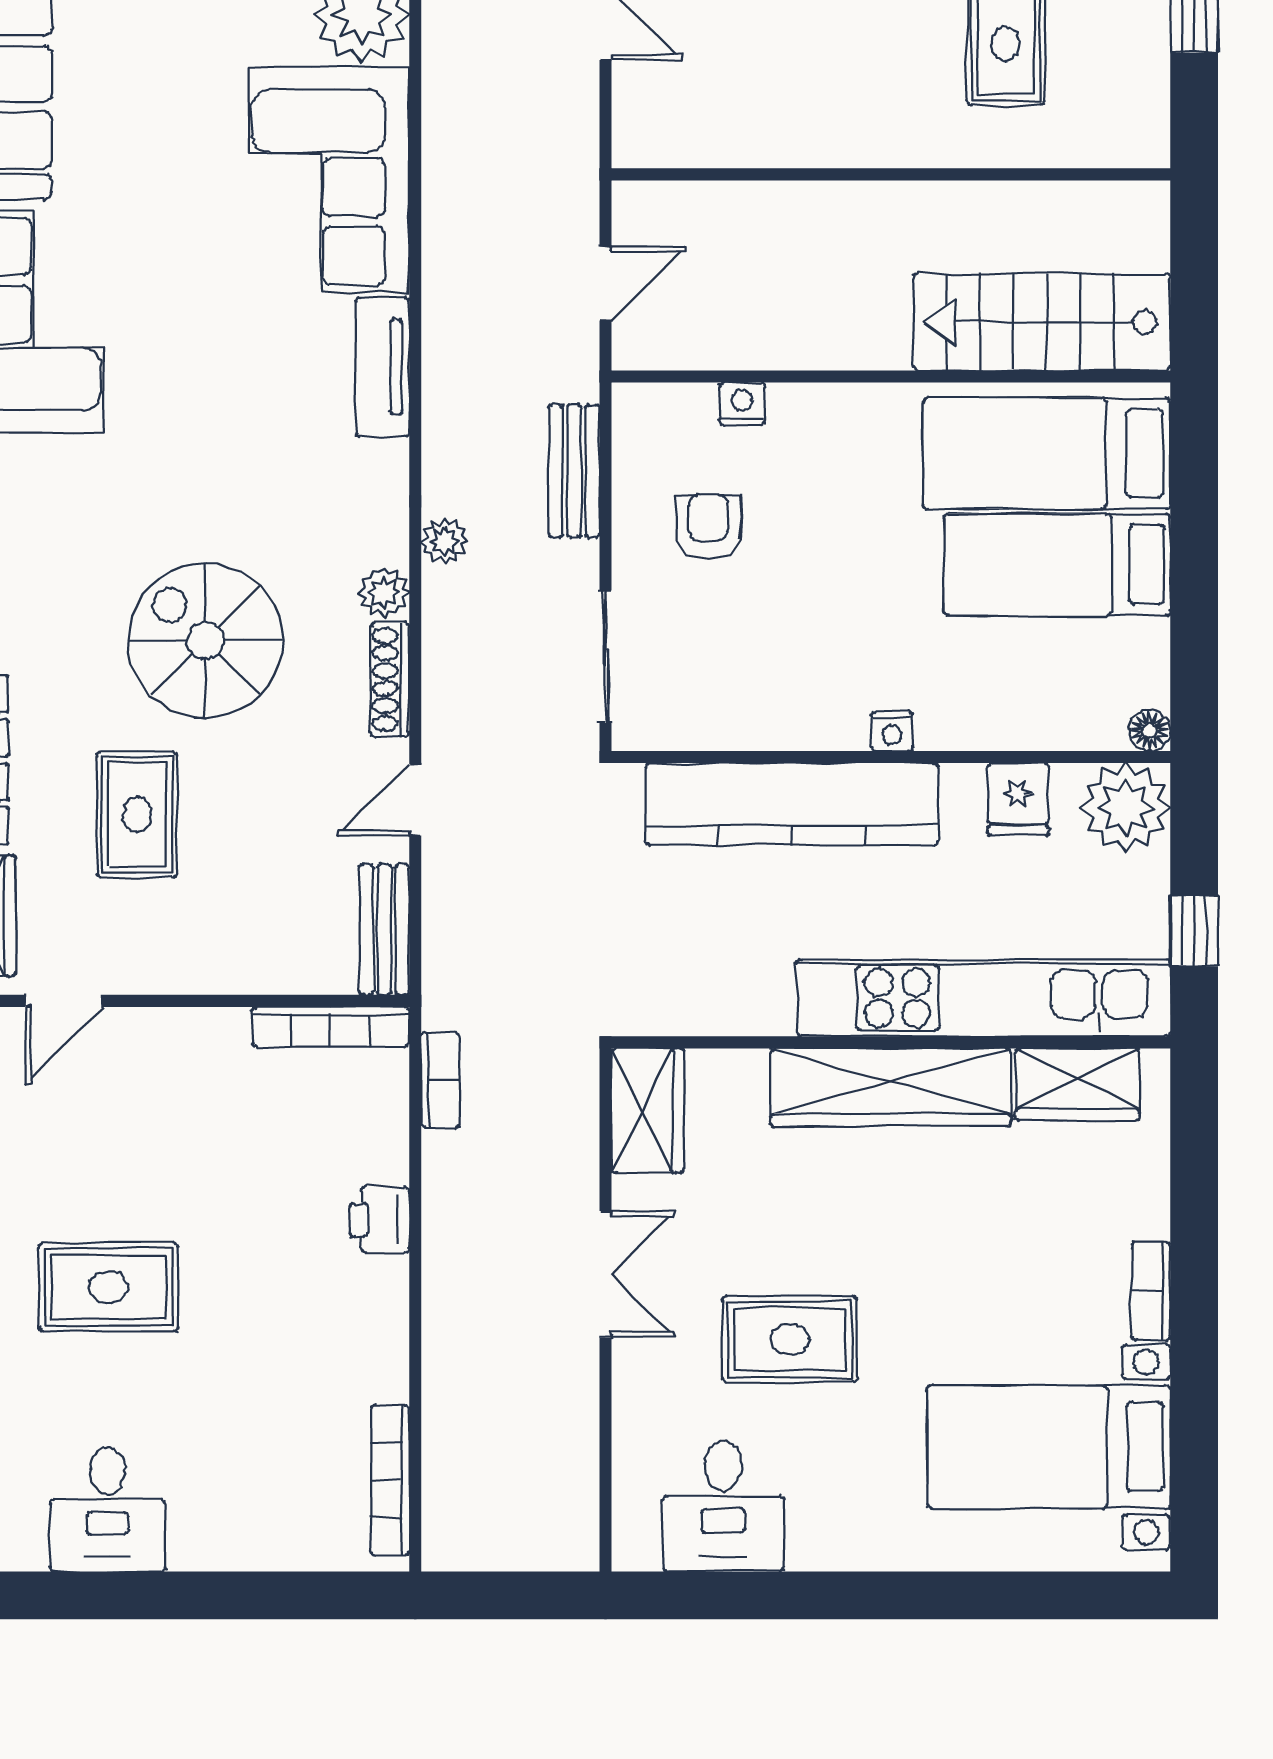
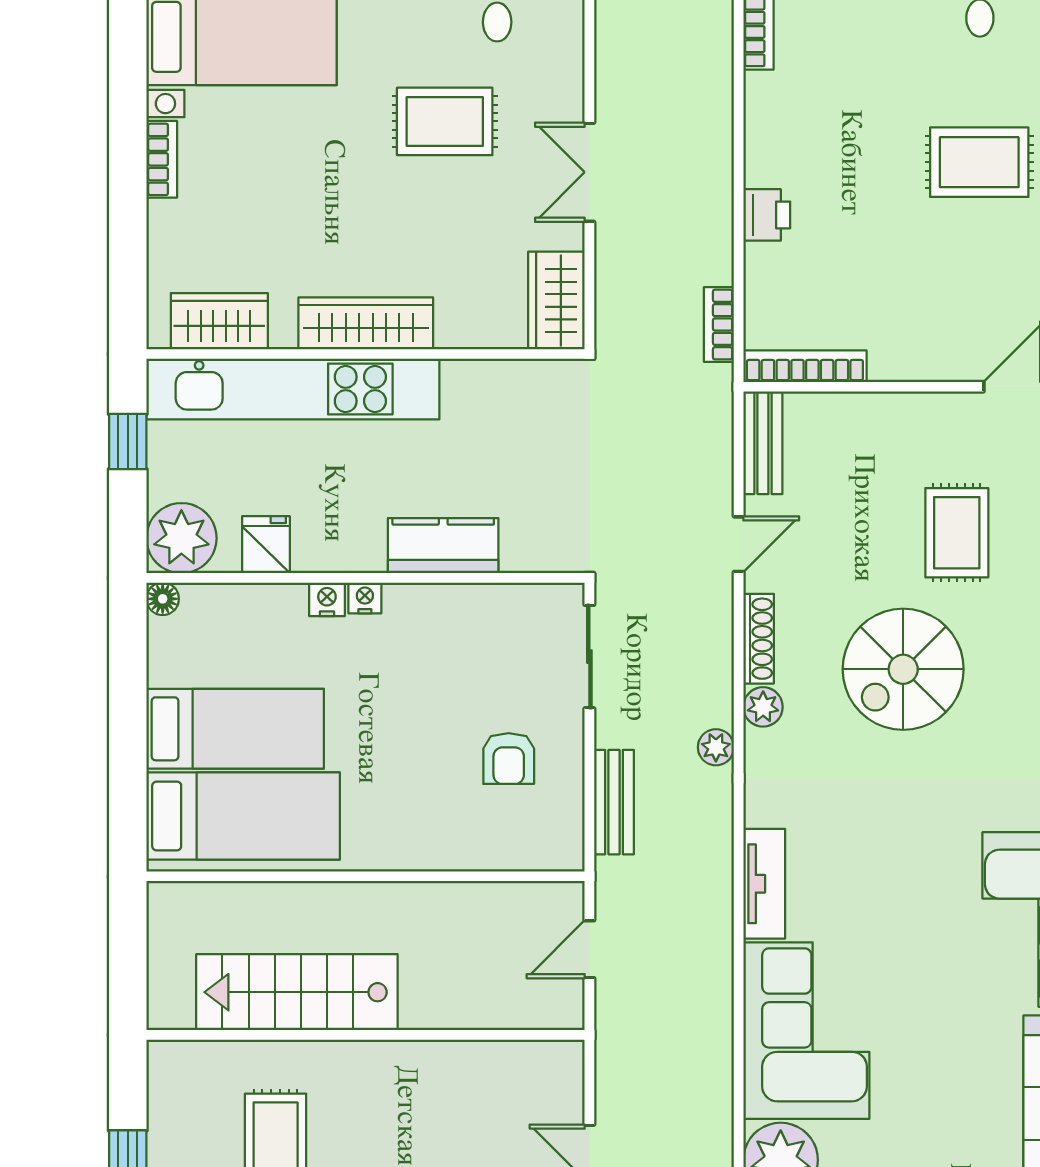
stairs: (1042, 322) -> (297, 992), moved, turned 180
nightstand: (742, 404) -> (327, 599), moved, turned 180
spiral stairs: (205, 641) -> (903, 669), turned 90
kitchen counter: (792, 804) -> (443, 546), width x0.48, depth x0.86
wardrobe: (891, 1087) -> (366, 323), width x0.71, depth x0.85

